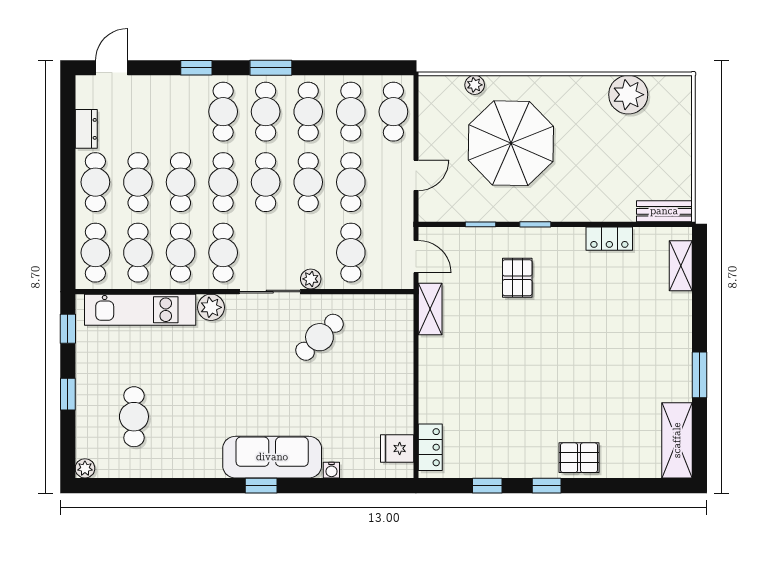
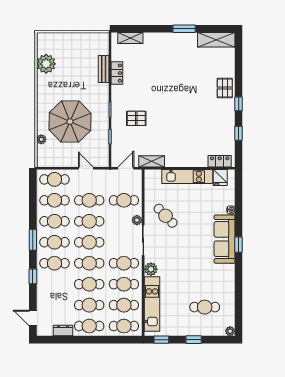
bench: (664, 211) -> (104, 69), moved
kitchen unit: (399, 381) -> (187, 177), added

